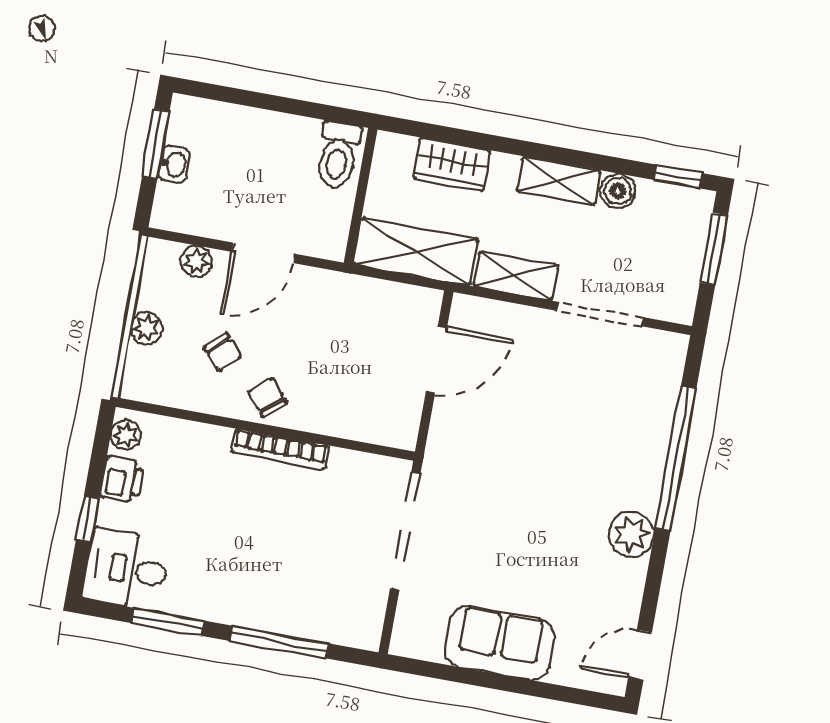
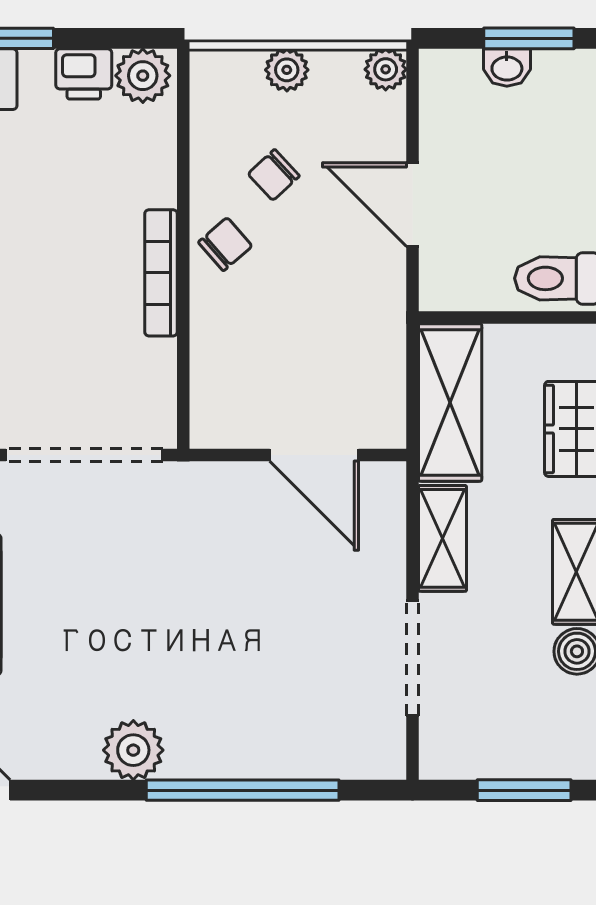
plant: (196, 261) -> (386, 69), moved
plant: (126, 435) -> (143, 76), width x1.38, depth x1.38

